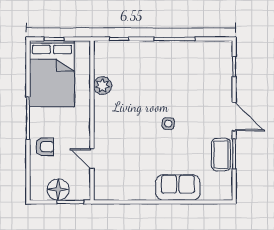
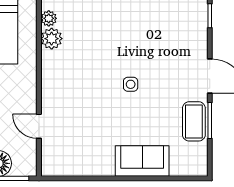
plant: (100, 69) -> (49, 18), added

